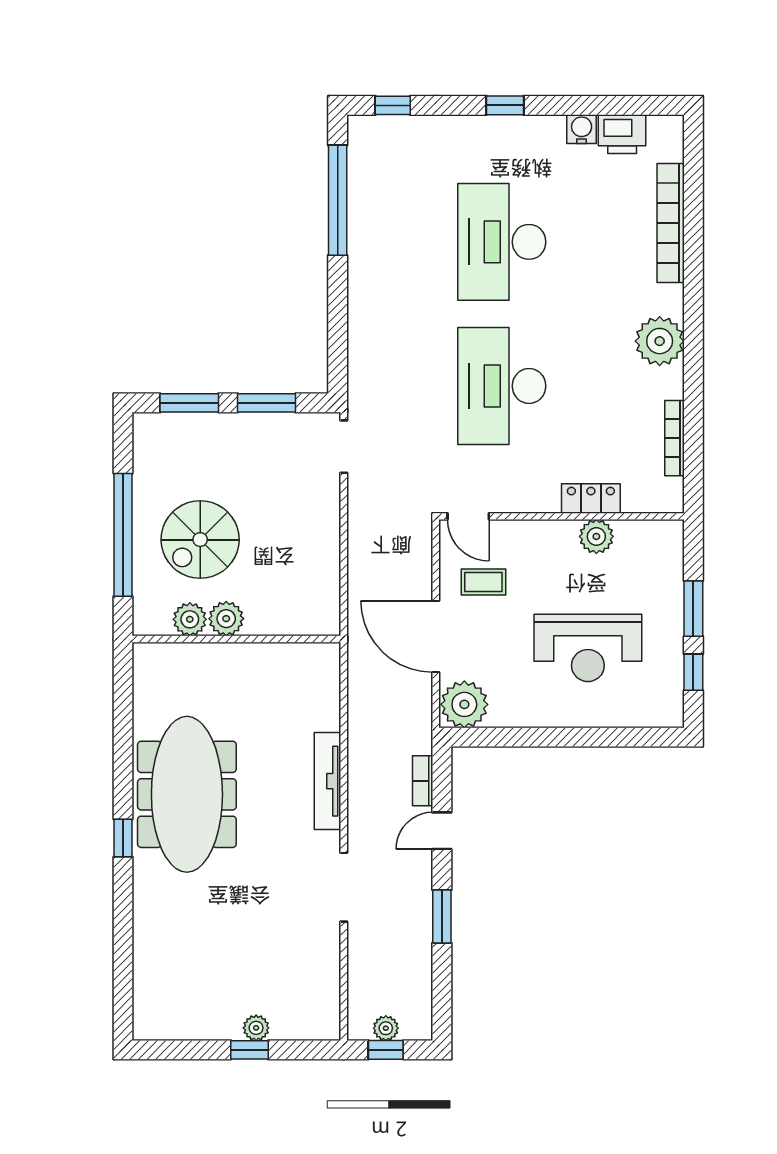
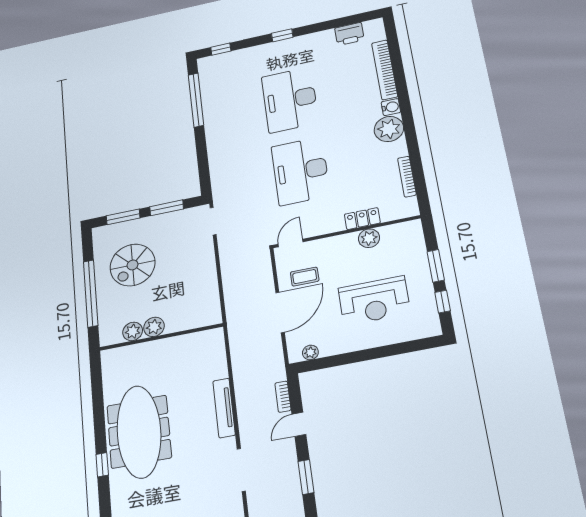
water cooler: (582, 129) -> (391, 107), moved, turned 90
door: (468, 516) -> (291, 243), swing flipped
spiral stairs: (200, 540) -> (133, 265), moved
door: (436, 636) -> (280, 312), swing flipped
plant: (464, 704) -> (310, 352), width x0.53, depth x0.53

